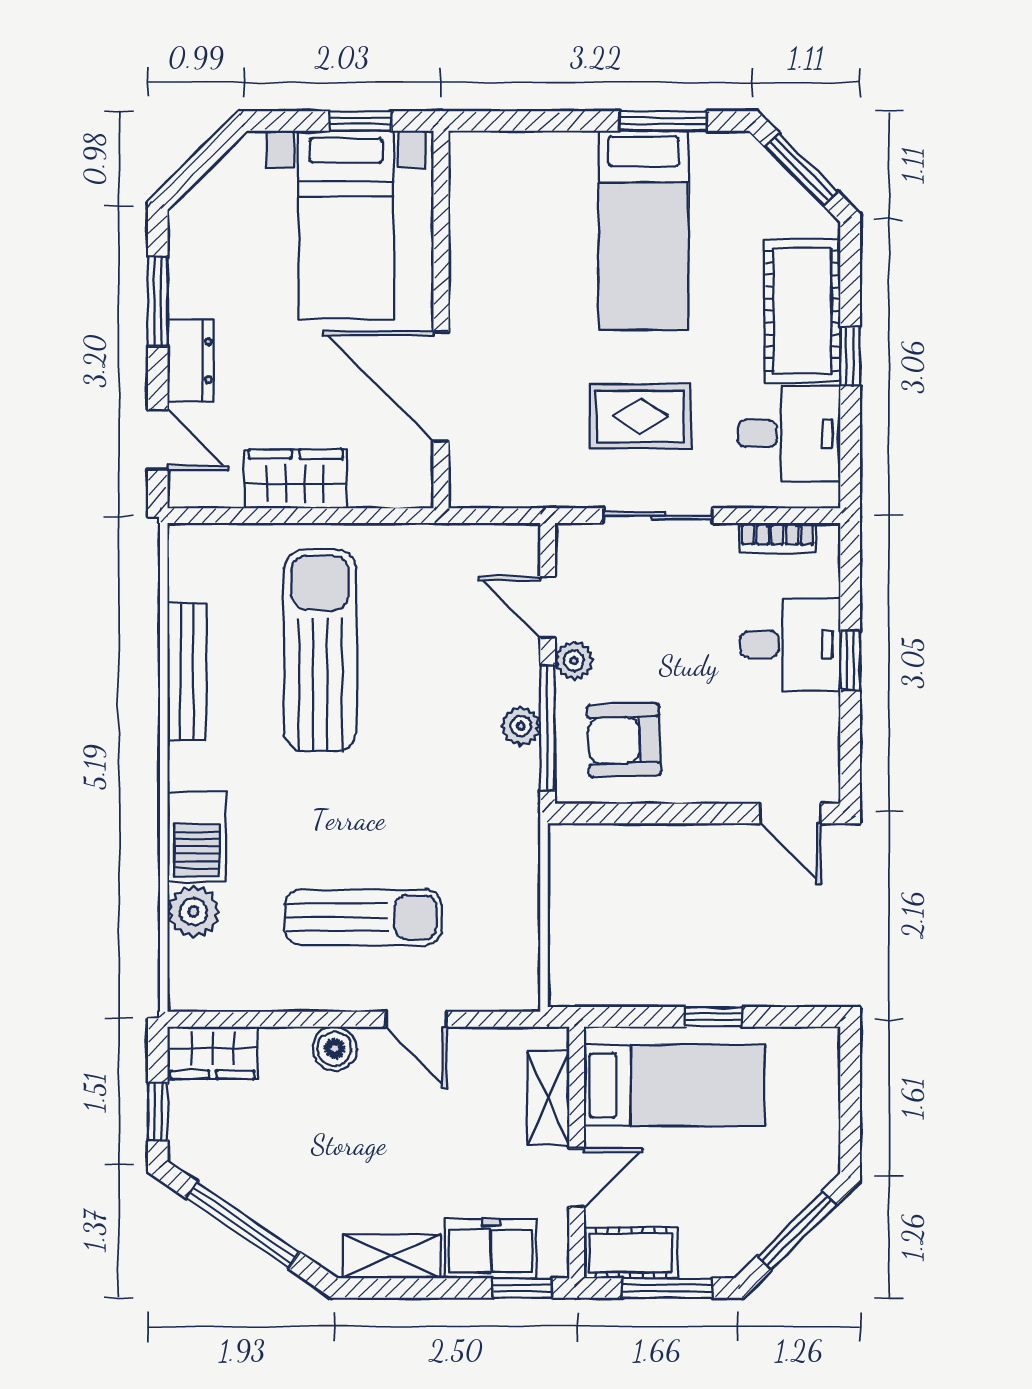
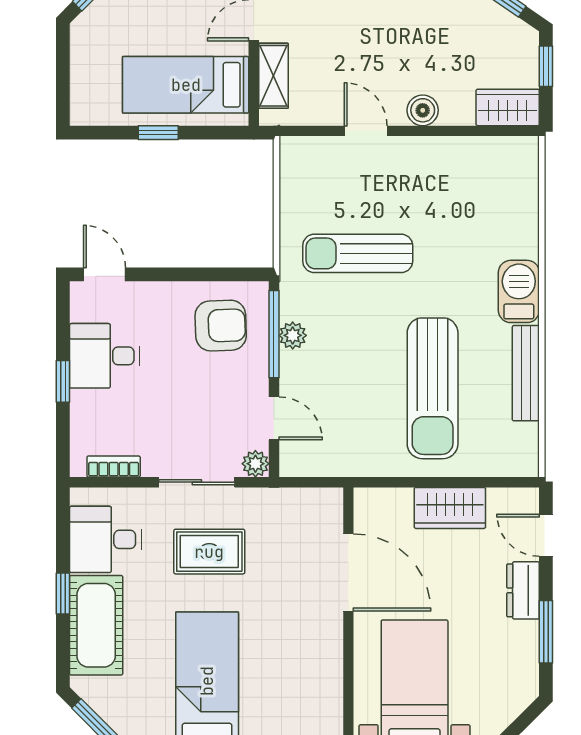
desk: (790, 644) -> (104, 356), moved
plant: (574, 661) -> (255, 464), moved
barbecue: (197, 837) -> (519, 291), moved
plant: (194, 912) -> (521, 206), removed
sun lounger: (363, 917) -> (358, 253), moved

